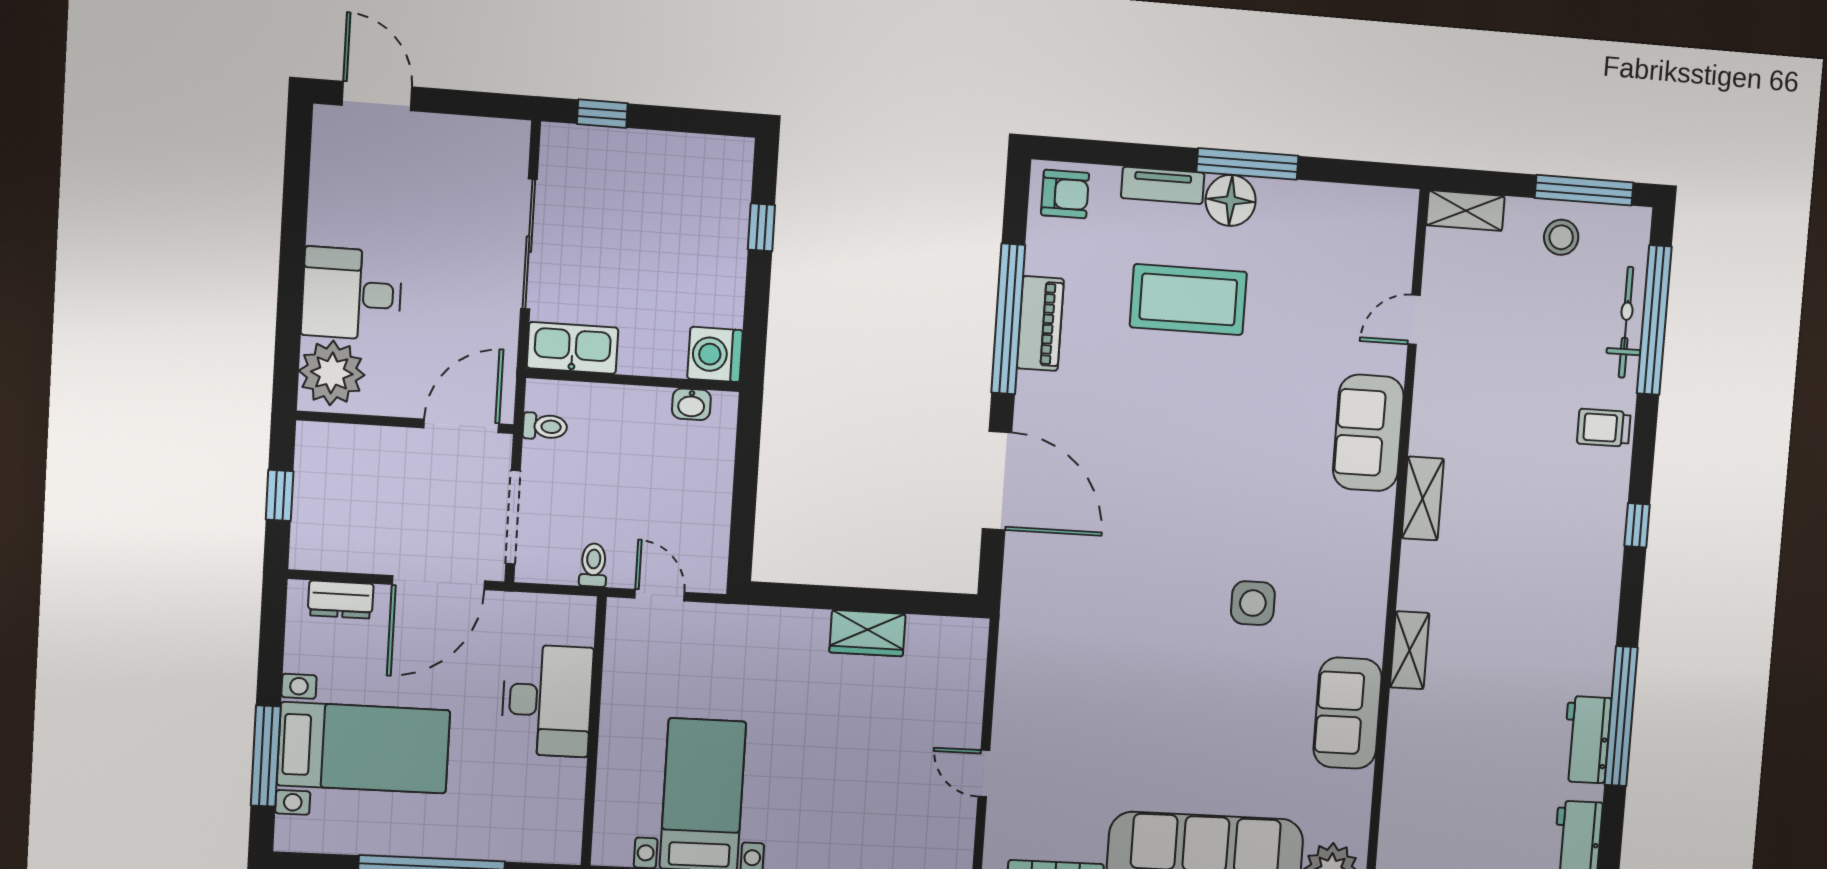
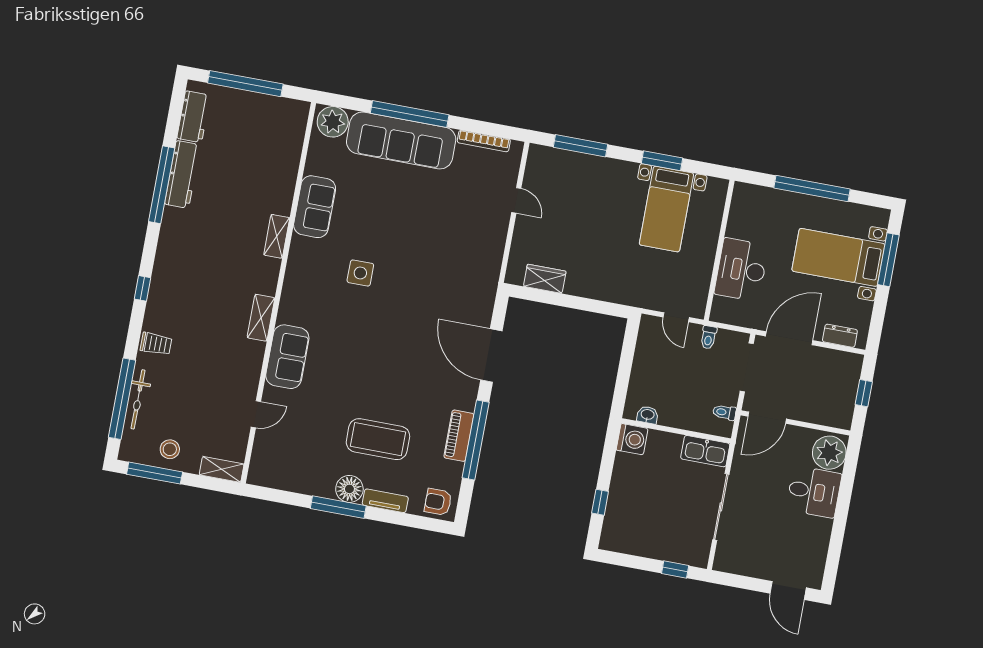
wardrobe: (867, 633) -> (545, 279), moved
workbench: (1587, 740) -> (182, 174), width x1.38

